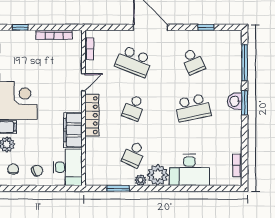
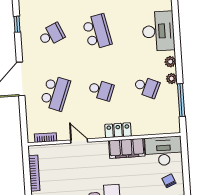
locker: (92, 115) -> (118, 130), width x0.66
plant: (158, 175) -> (170, 62), width x0.53, depth x0.53
window: (118, 188) -> (181, 100), width x1.44

